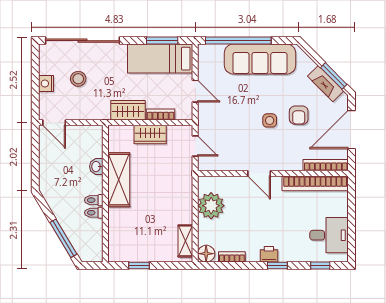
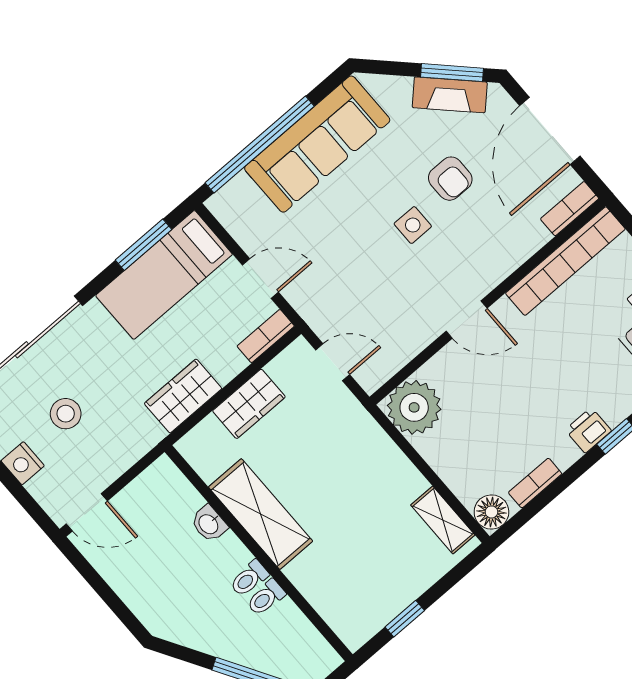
bookcase: (161, 114) -> (266, 336), moved
bookcase: (326, 165) -> (570, 209), width x0.64
plant: (211, 206) -> (414, 407), moved

